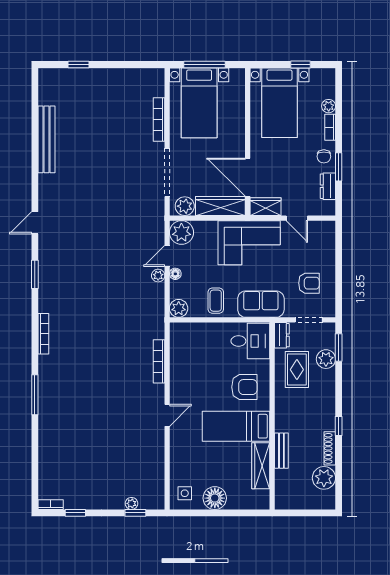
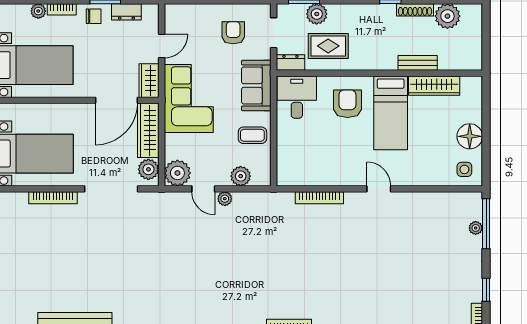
floor lamp: (175, 274) -> (223, 180), removed
plant: (179, 308) -> (241, 176), moved
window: (135, 513) -> (486, 224), width x2.17

